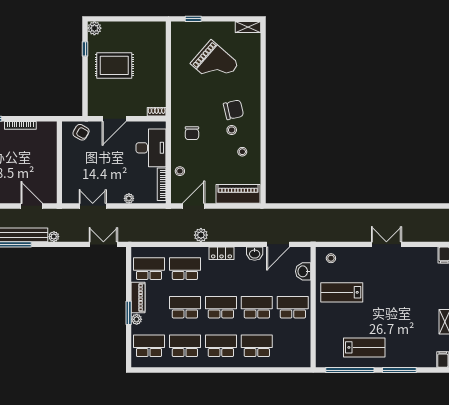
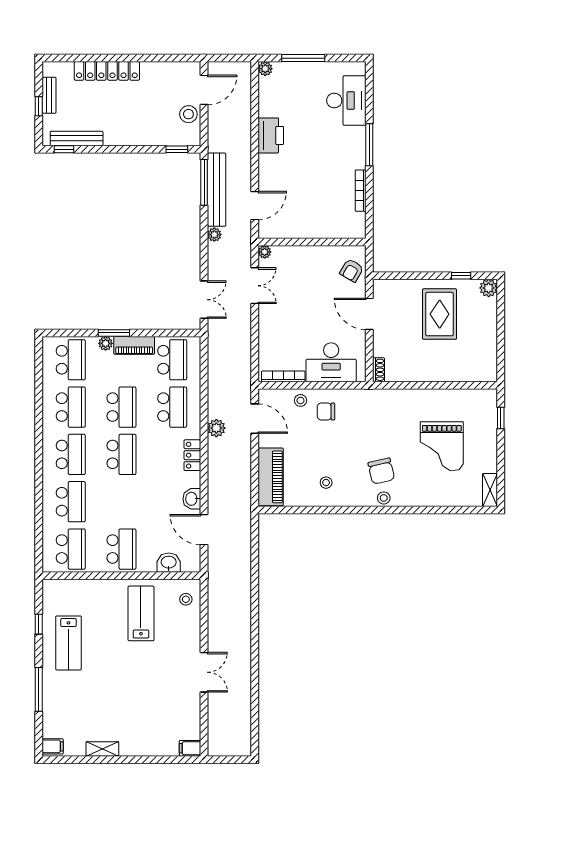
grand piano: (215, 64) -> (442, 446), turned -41
stool: (232, 130) -> (384, 498), moved
chair: (192, 133) -> (326, 411), moved
plant: (129, 198) -> (265, 252), moved
school desk: (257, 307) -> (71, 549), moved
window: (350, 370) -> (39, 624), width x0.32

